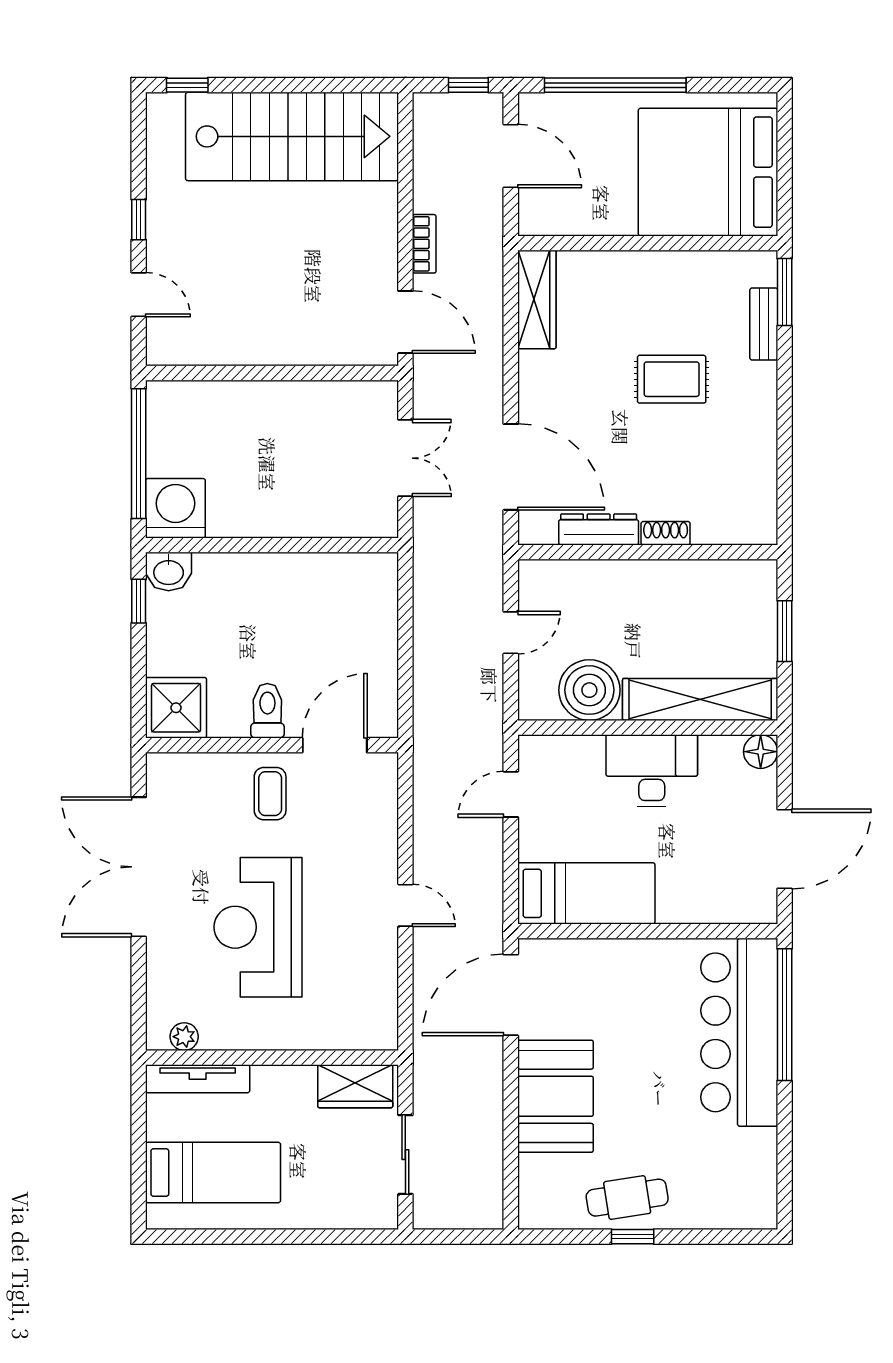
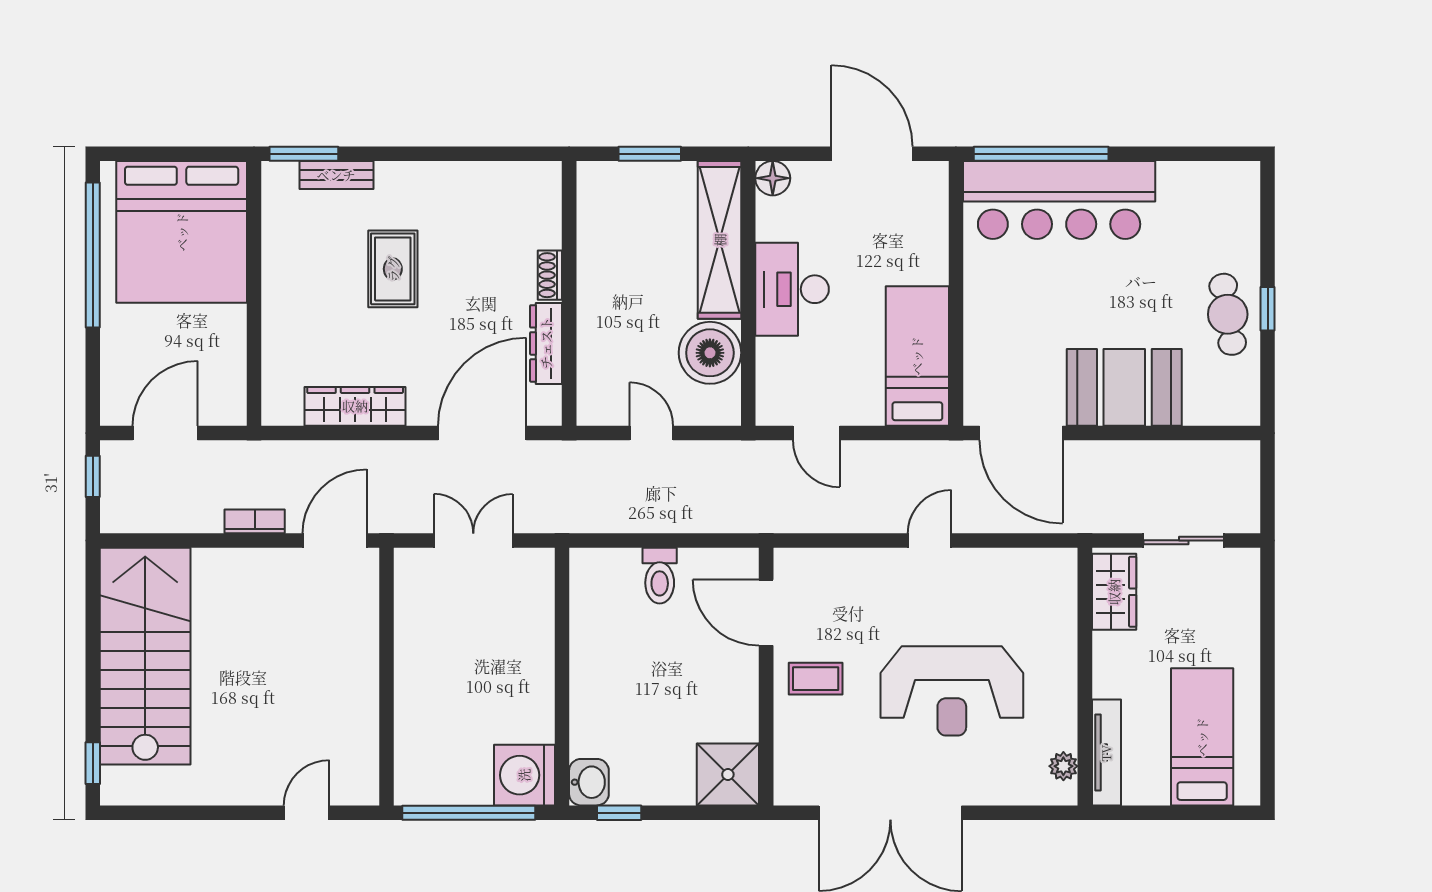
window: (615, 85) -> (93, 255), moved
window: (139, 220) -> (230, 813), removed
wardrobe: (537, 299) -> (355, 406), moved
toilet: (267, 711) -> (660, 576), moved, turned -90

